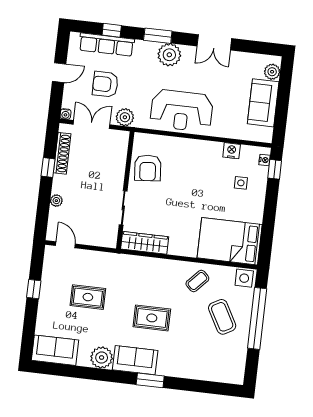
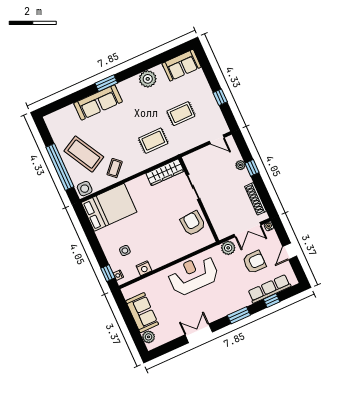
plant: (169, 55) -> (224, 307), removed
window: (48, 167) -> (252, 168), moved
coffee table: (222, 317) -> (84, 154), width x1.36, depth x1.32
rug: (152, 318) -> (153, 141), moved
sofa: (135, 360) -> (98, 102), moved, width x1.36

